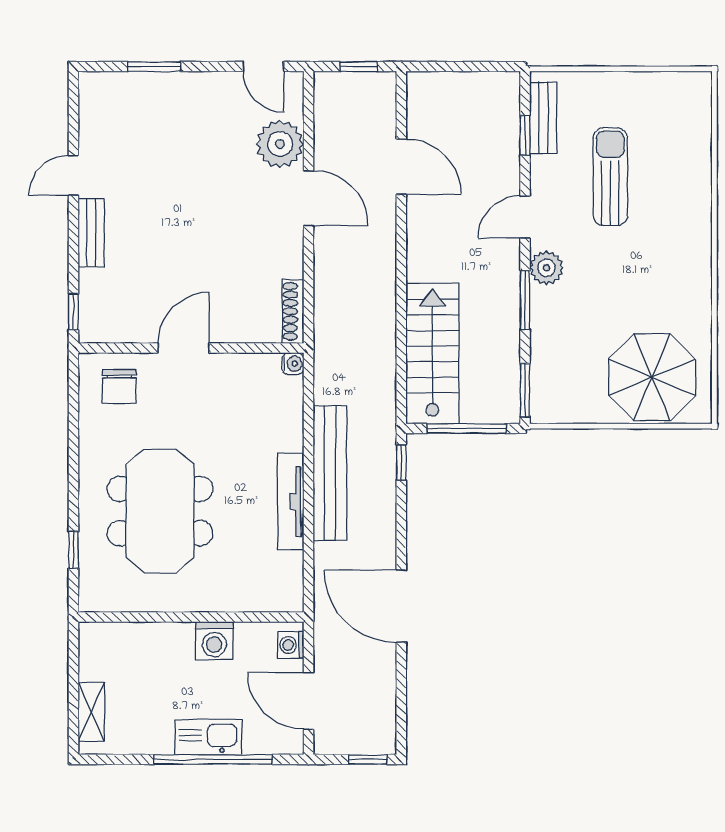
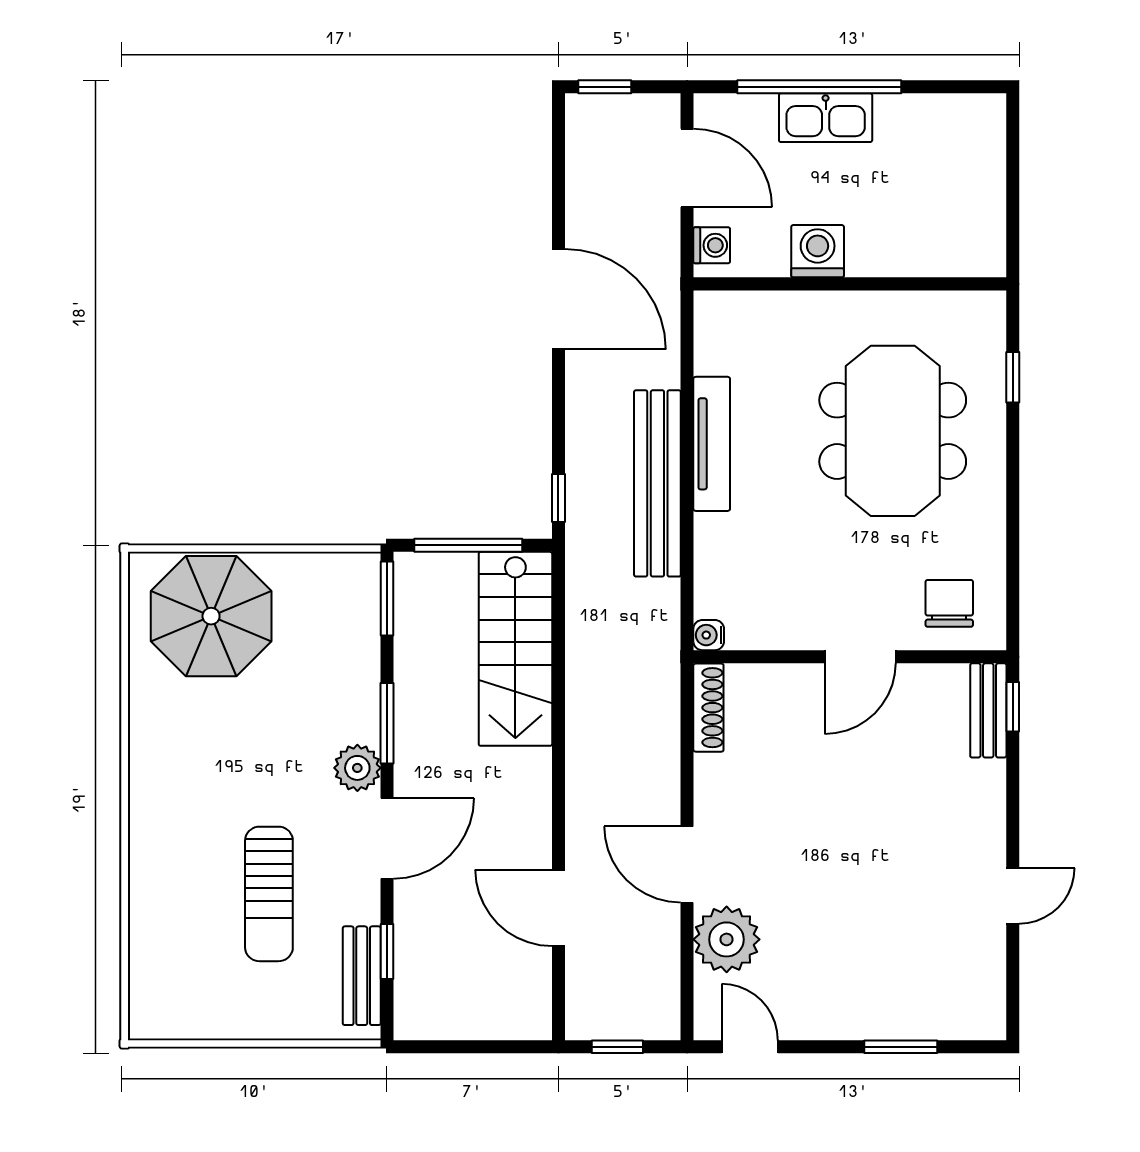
door: (525, 217) -> (387, 838), width x1.37
bench: (91, 233) -> (988, 710), moved
shelving: (91, 712) -> (988, 153), removed

